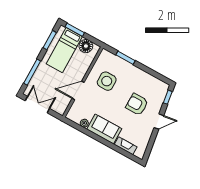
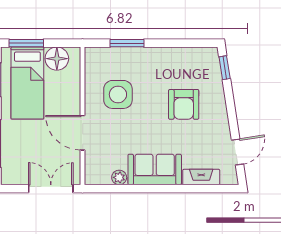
door: (78, 90) -> (83, 133), hinge flipped
armchair: (137, 104) -> (184, 104), turned -90
double door: (37, 105) -> (51, 189), moved
door: (159, 122) -> (238, 152), moved

